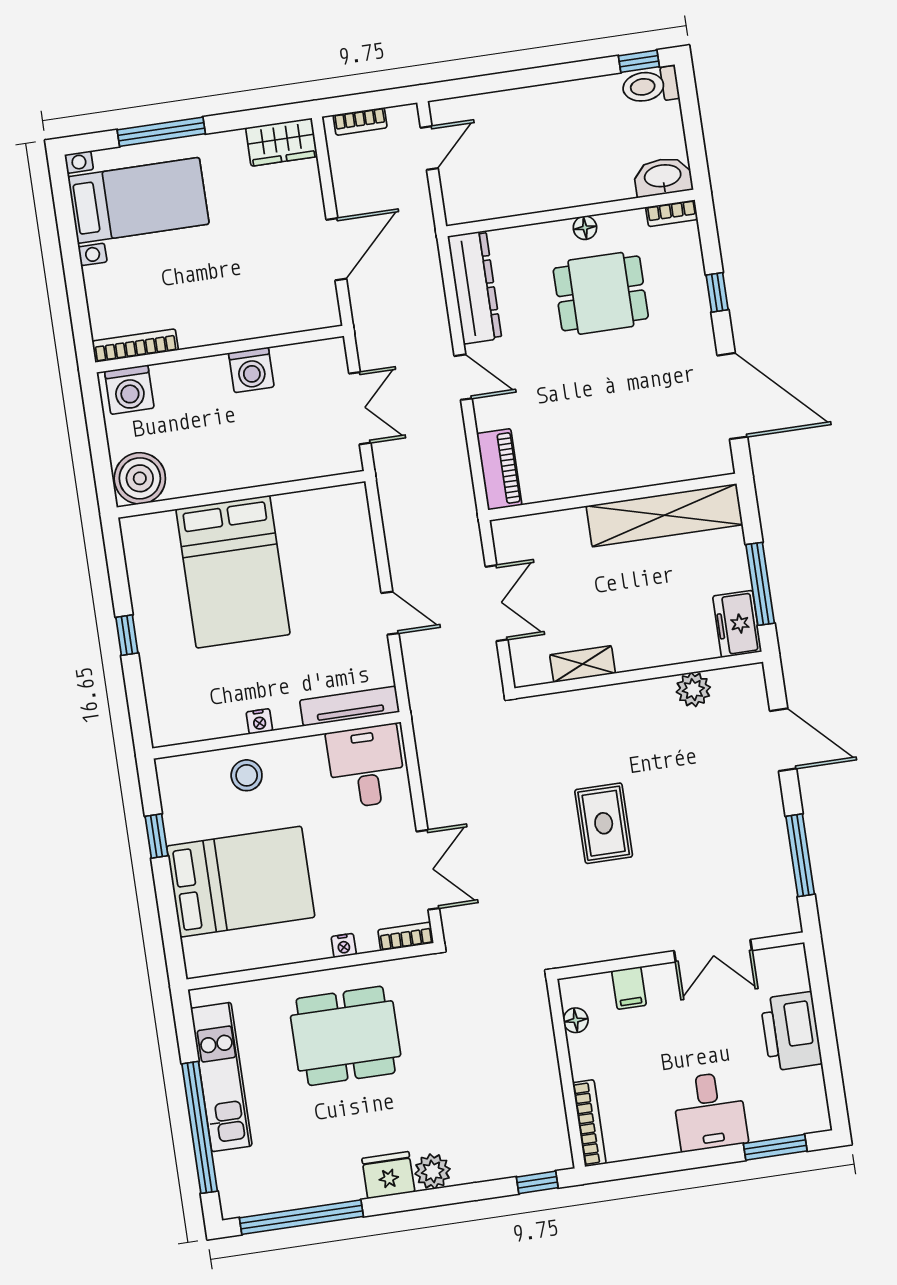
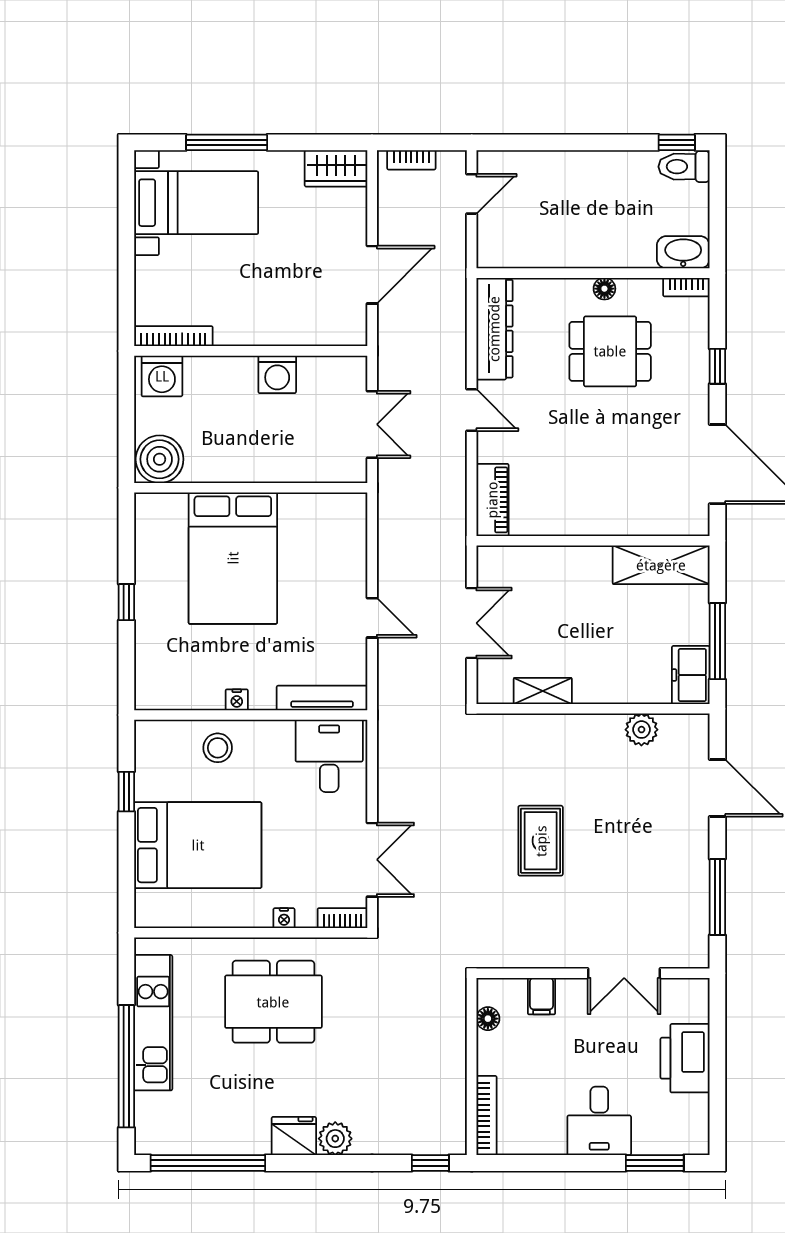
shelving: (664, 515) -> (661, 565), width x0.68

